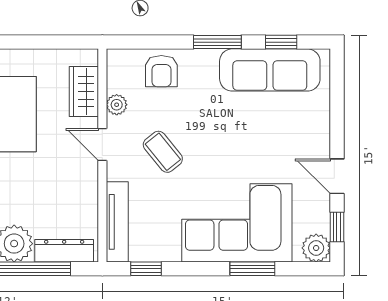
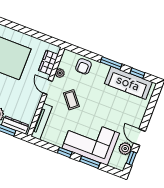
plant: (316, 248) -> (125, 149), moved
window: (146, 269) -> (65, 152), moved

